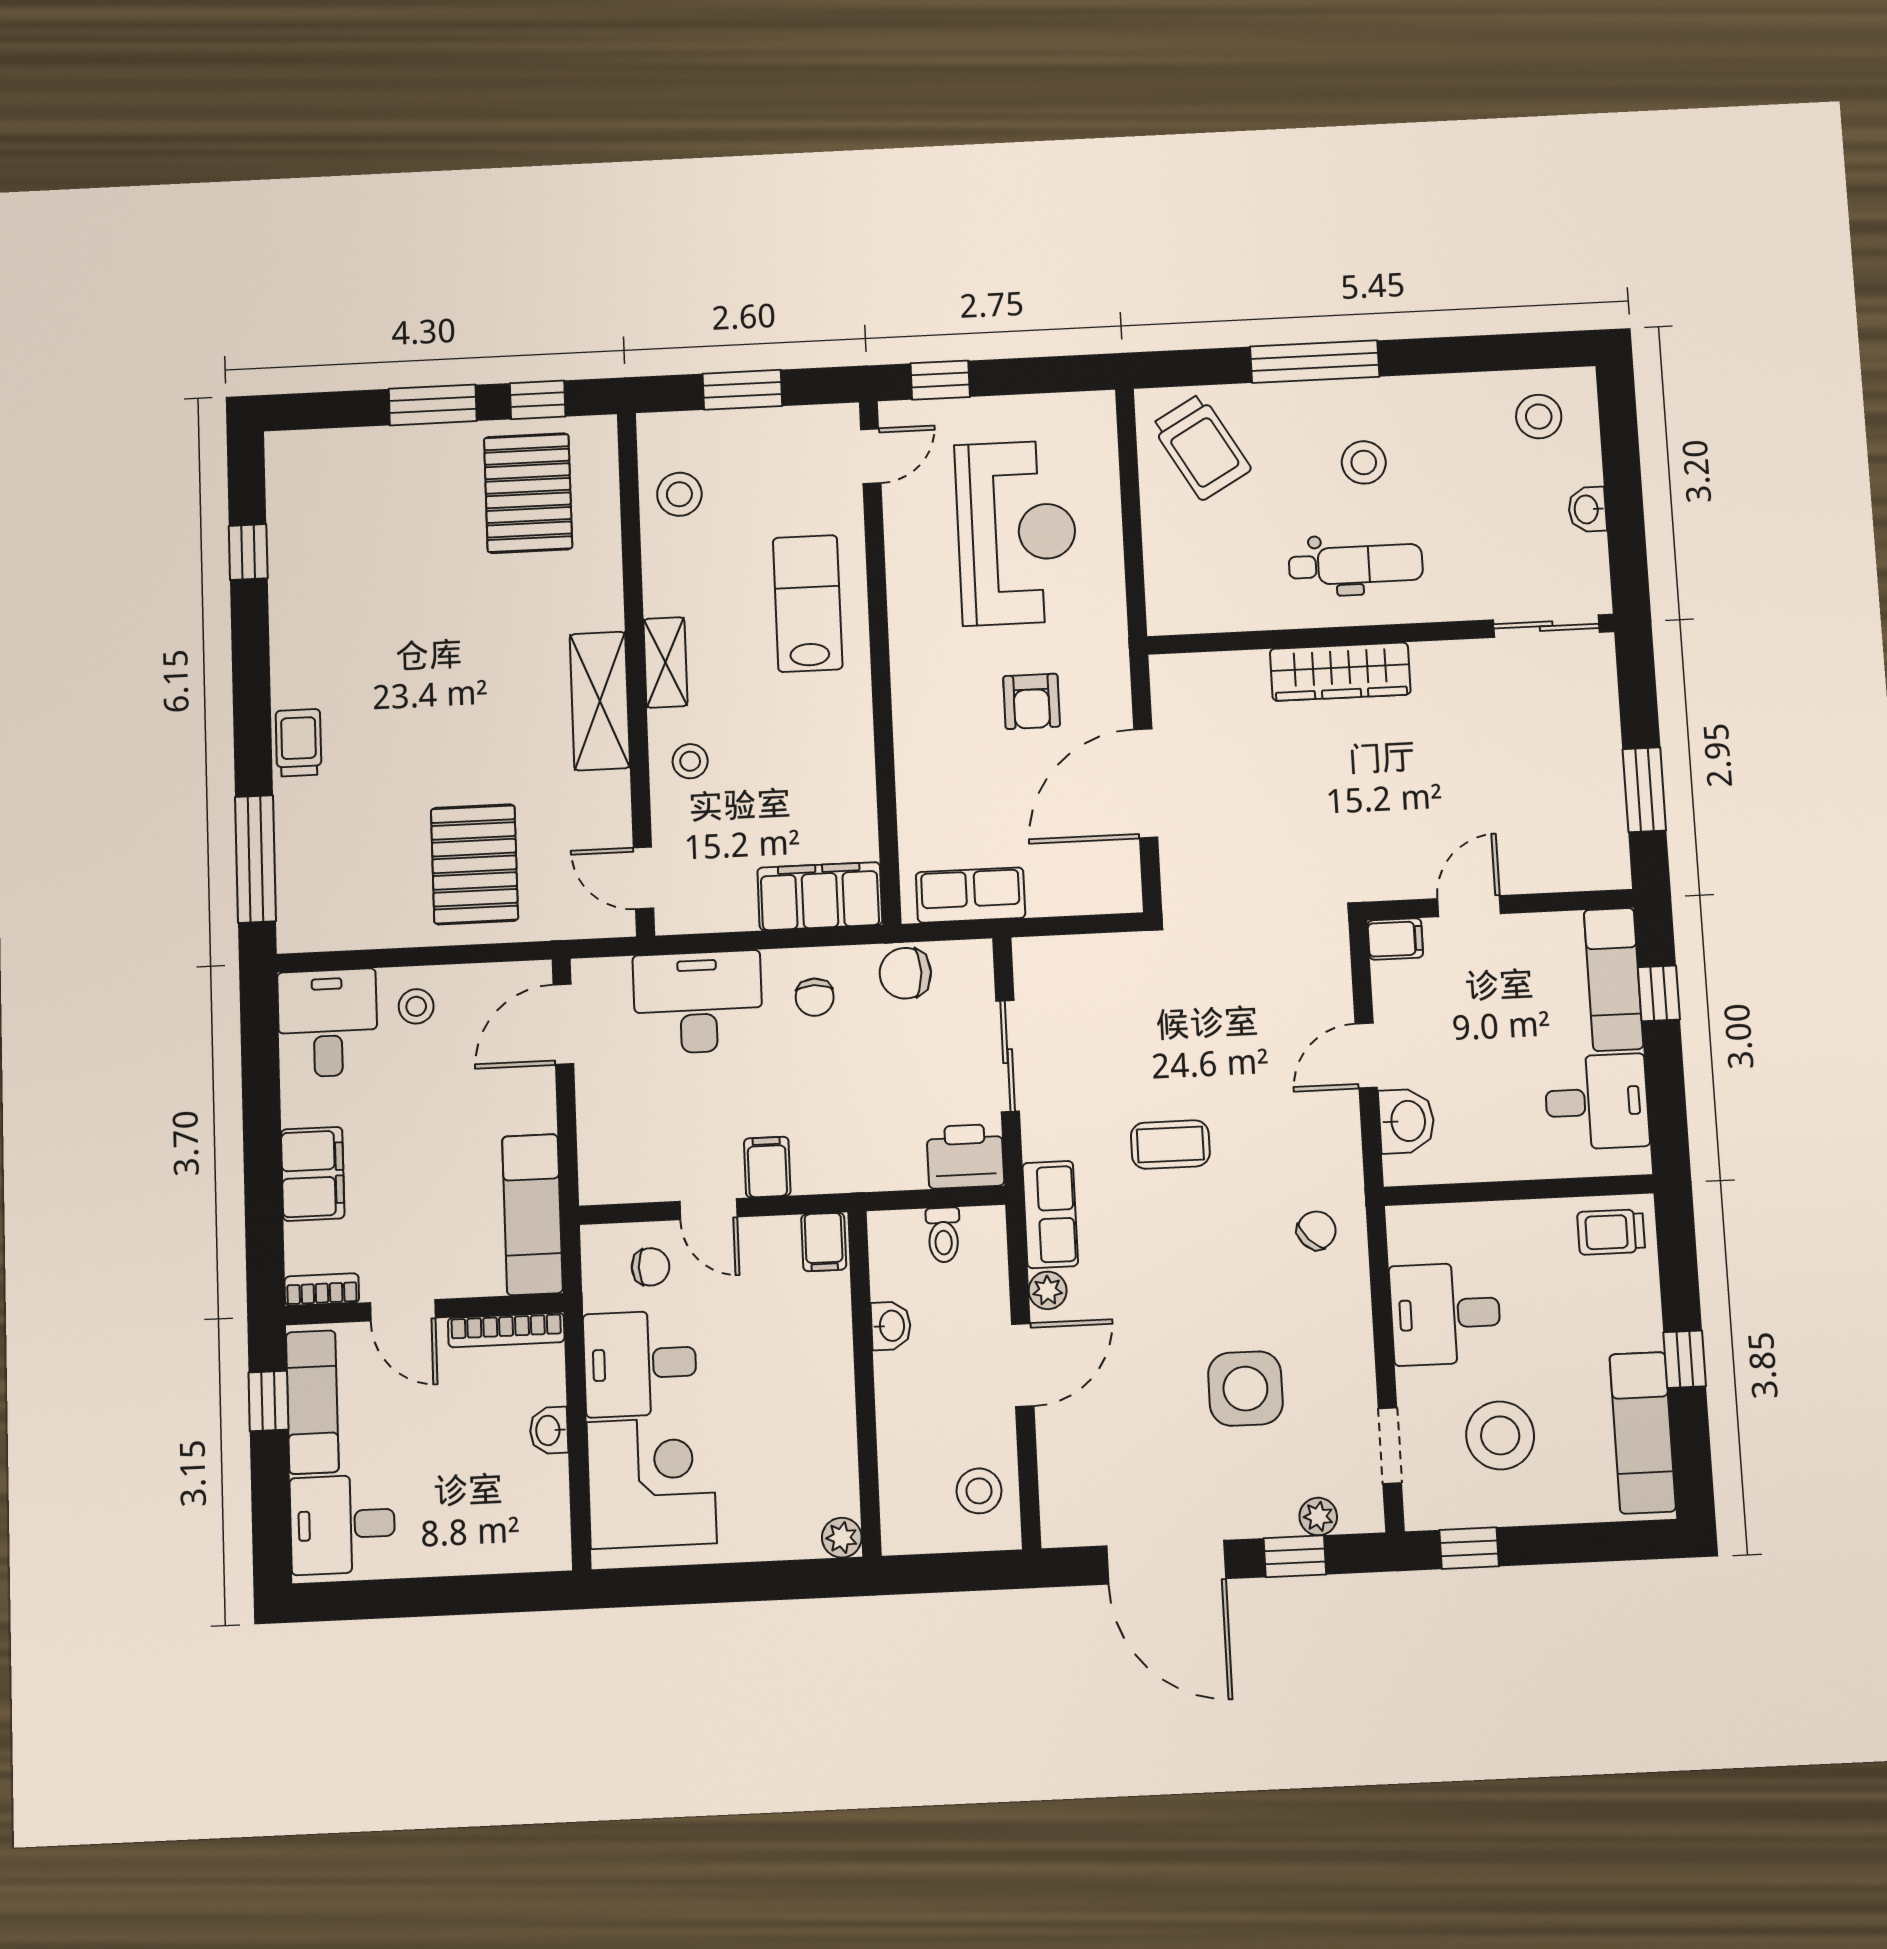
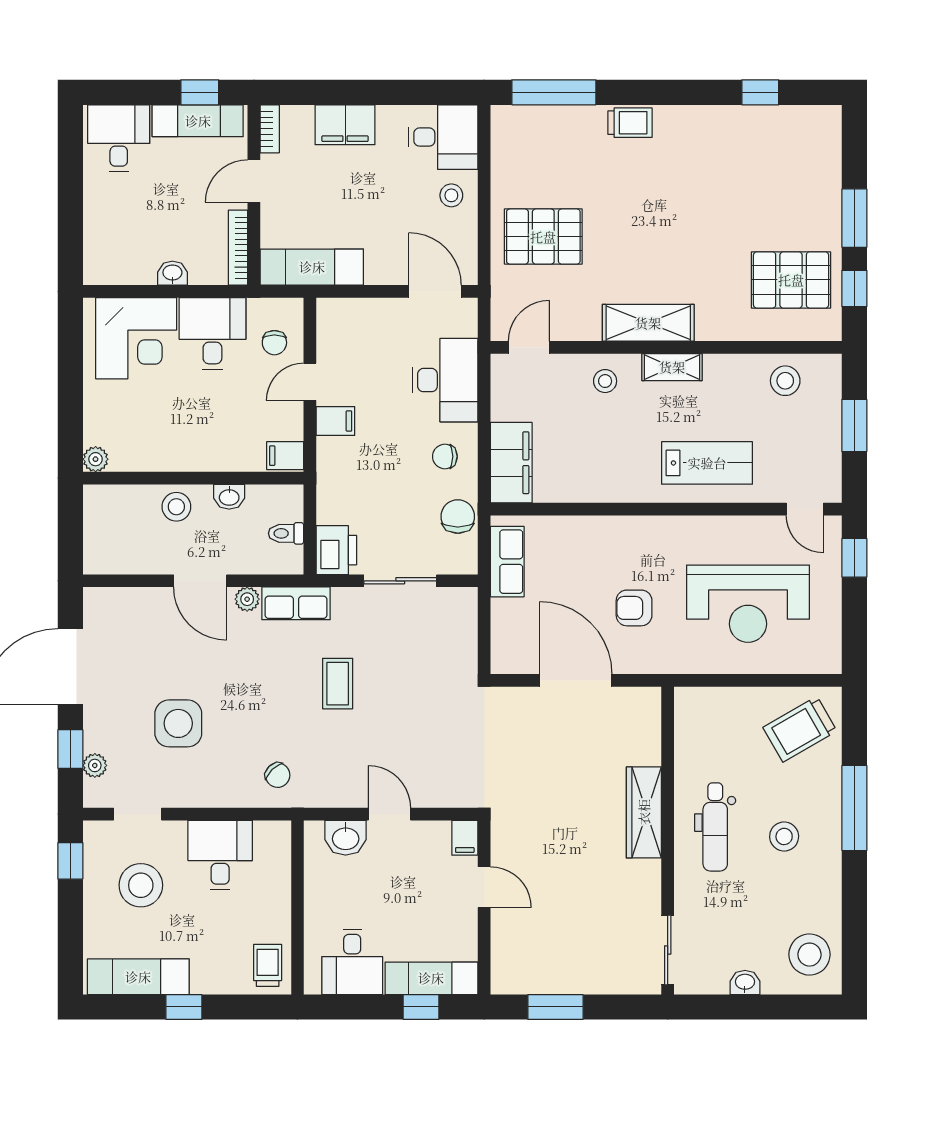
stool: (1539, 417) -> (809, 955), width x1.38, depth x1.38
stool: (979, 1491) -> (176, 507), moved

